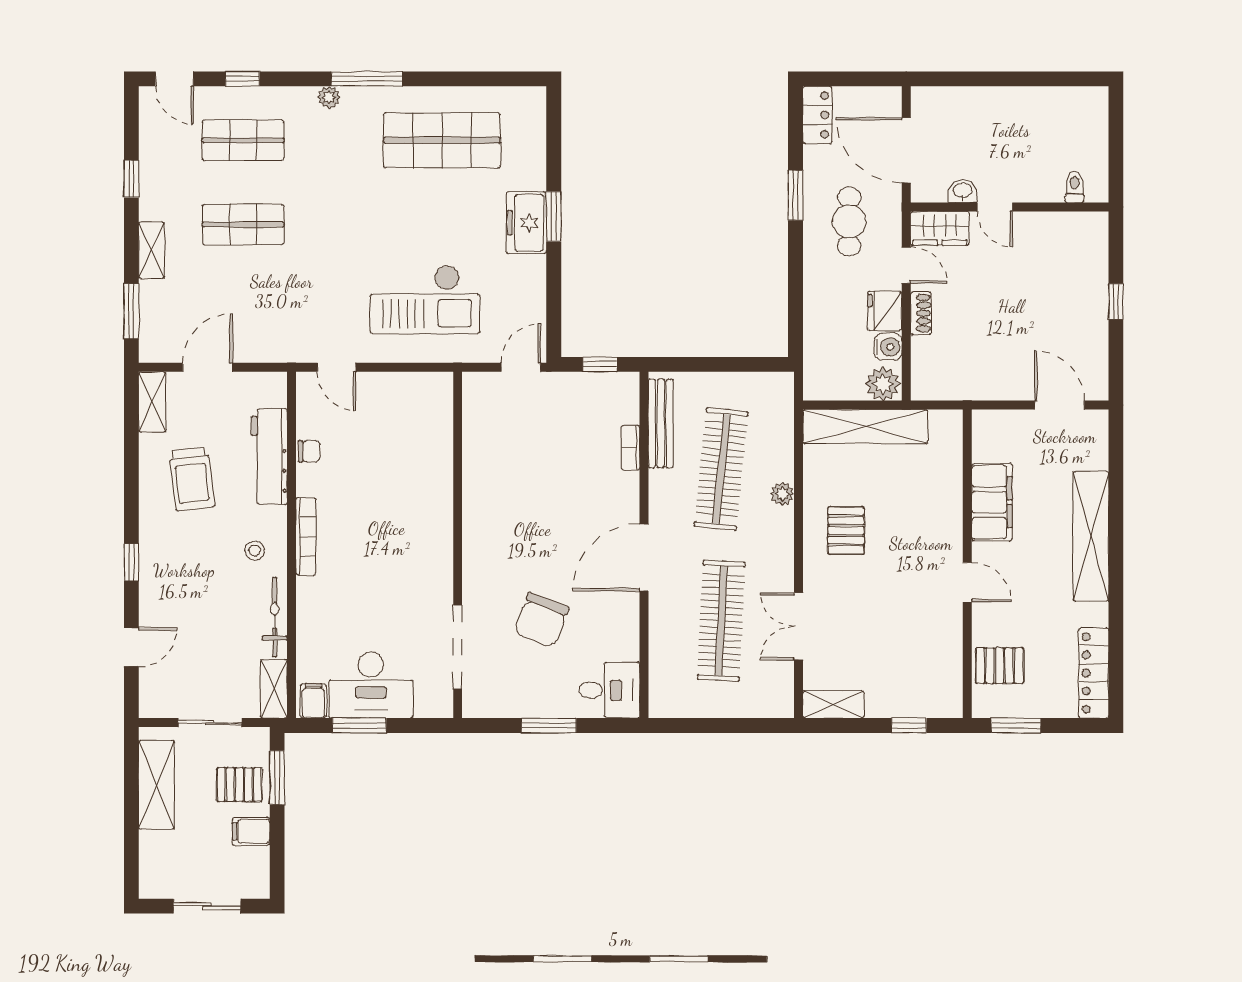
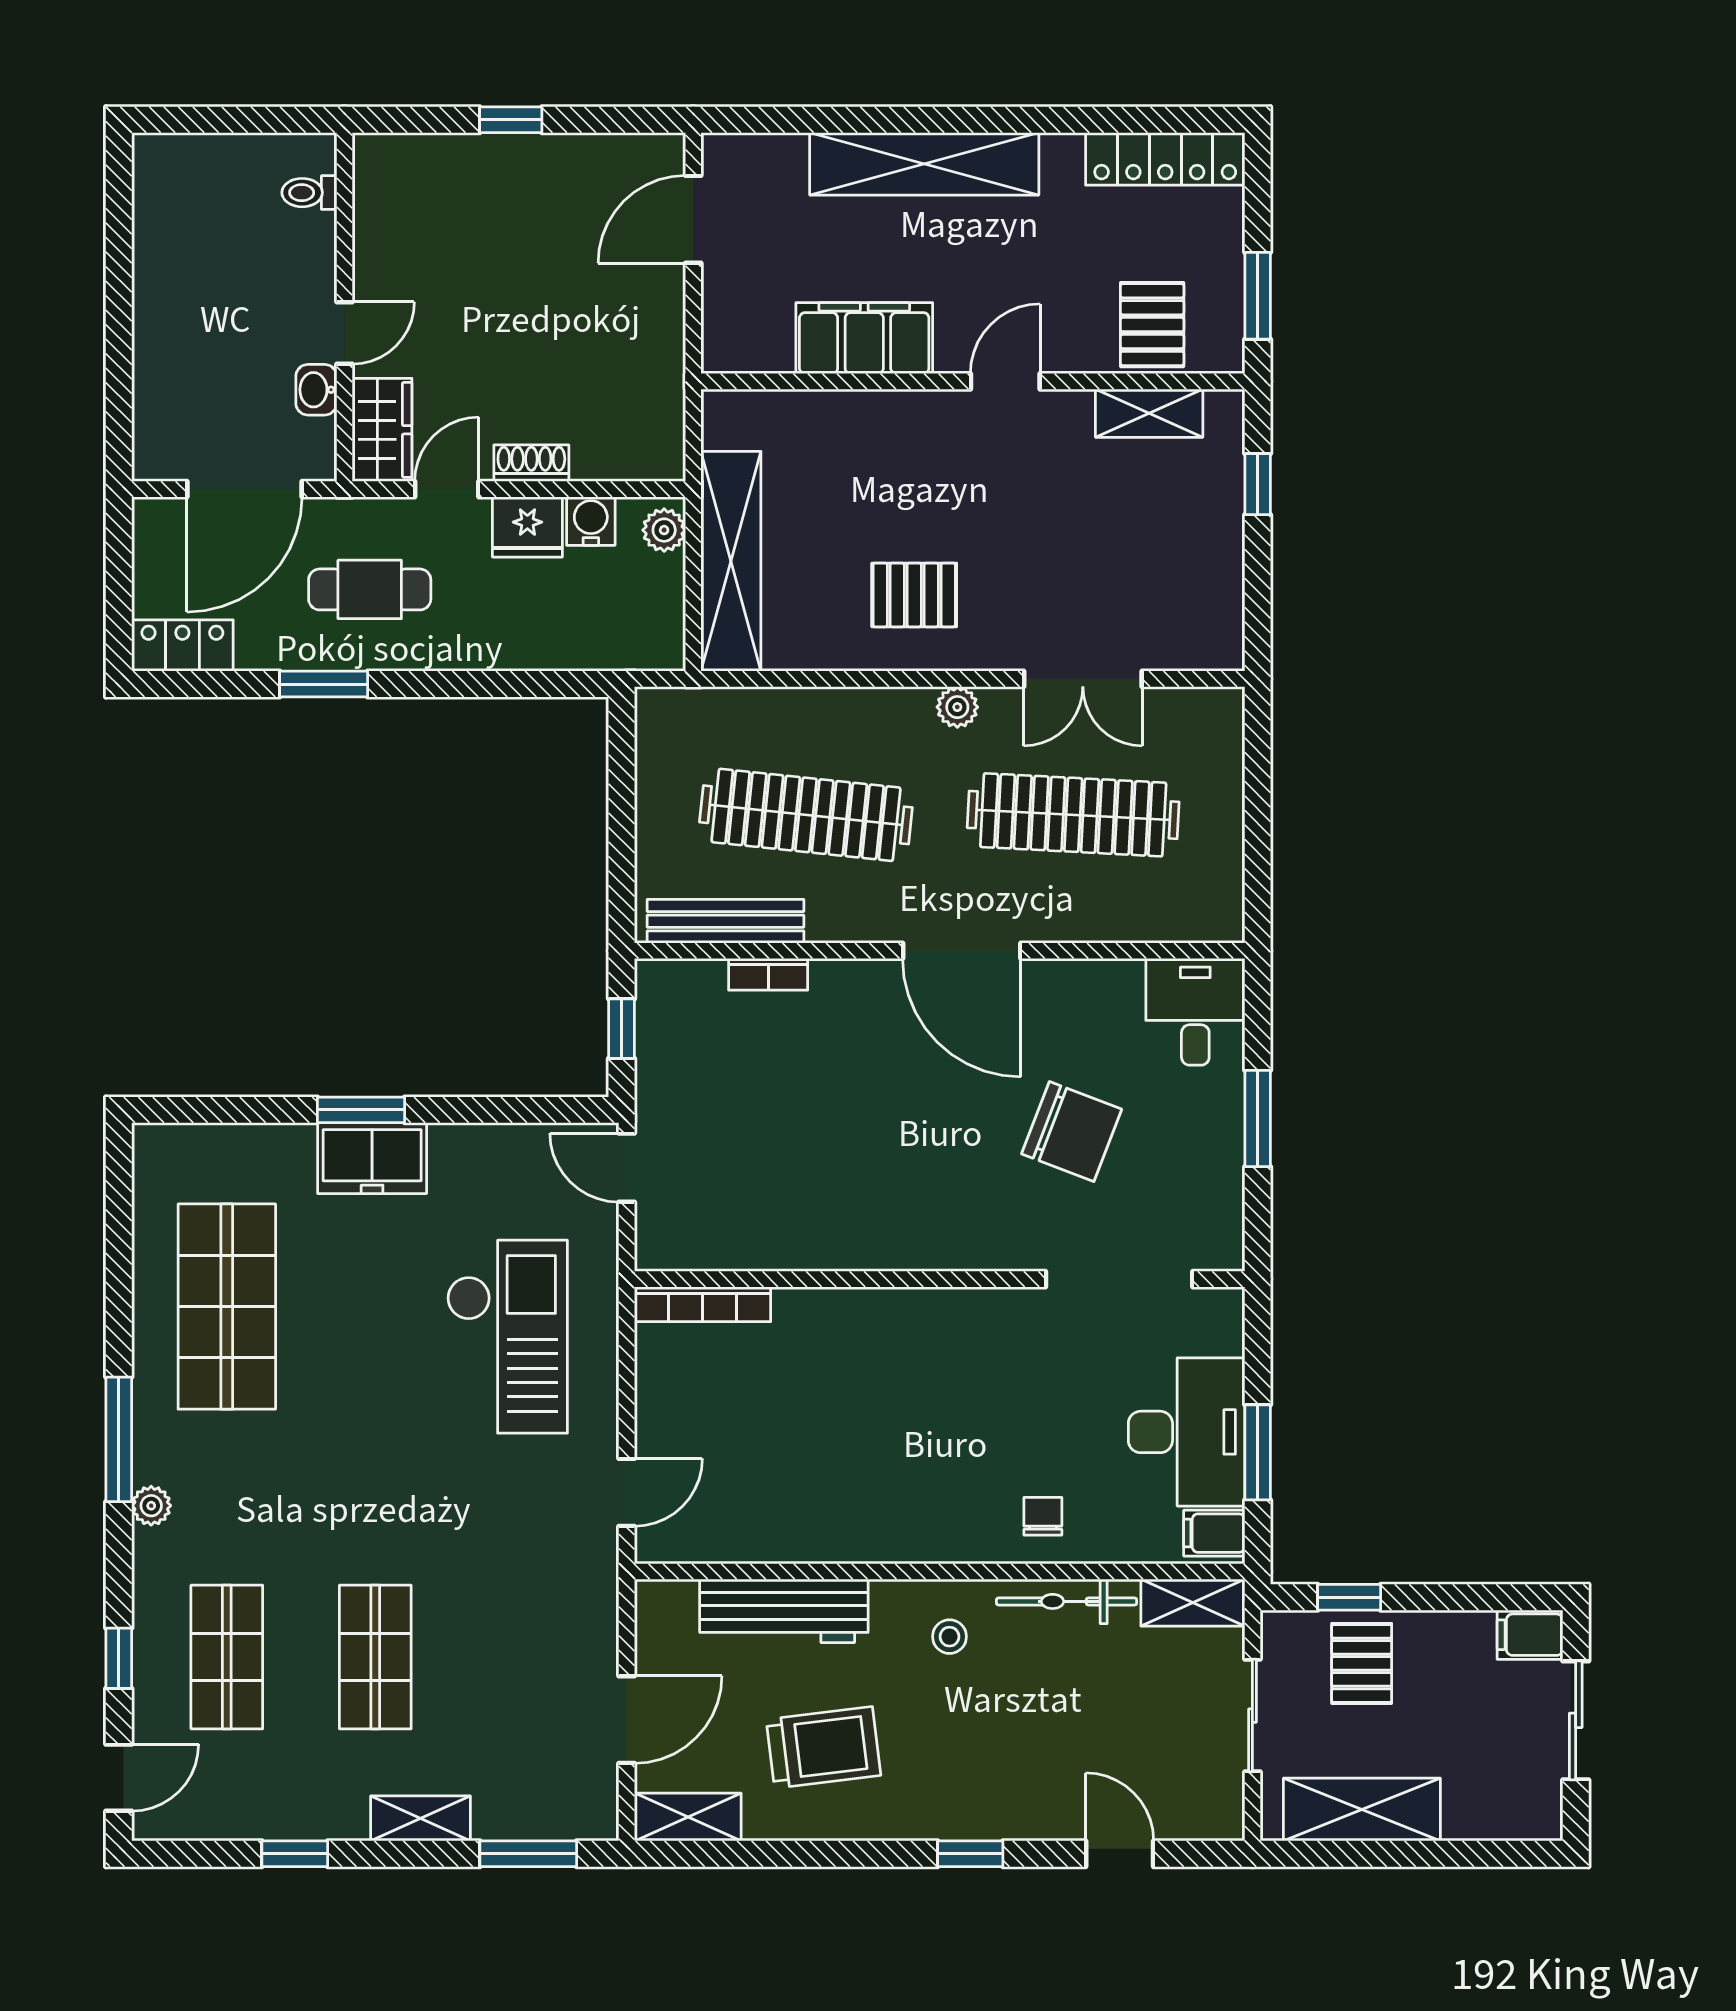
door: (208, 367) -> (627, 1720), swing flipped
plant: (883, 384) -> (664, 530), width x0.73, depth x0.73
chair: (309, 451) -> (1043, 1516), moved
plant: (782, 494) -> (957, 707), moved
bookcase: (306, 536) -> (702, 1304), moved, turned 180
shelving: (833, 705) -> (1149, 413), moved, turned 90
window: (277, 778) -> (1349, 1597), width x0.67
filing cabinet: (251, 831) -> (1530, 1635), moved, turned 90

